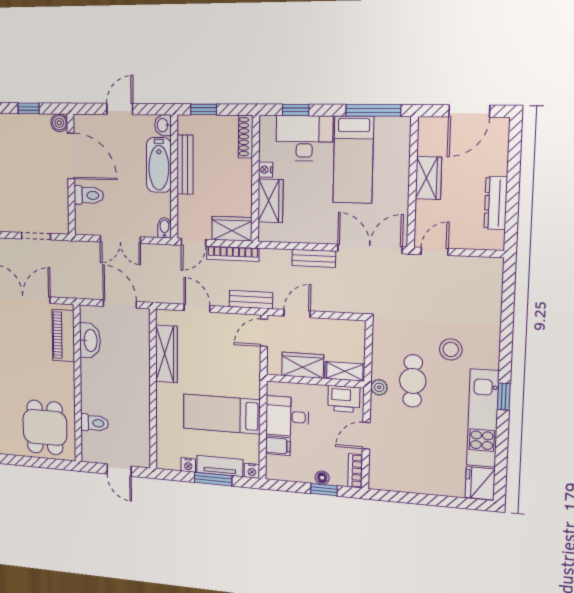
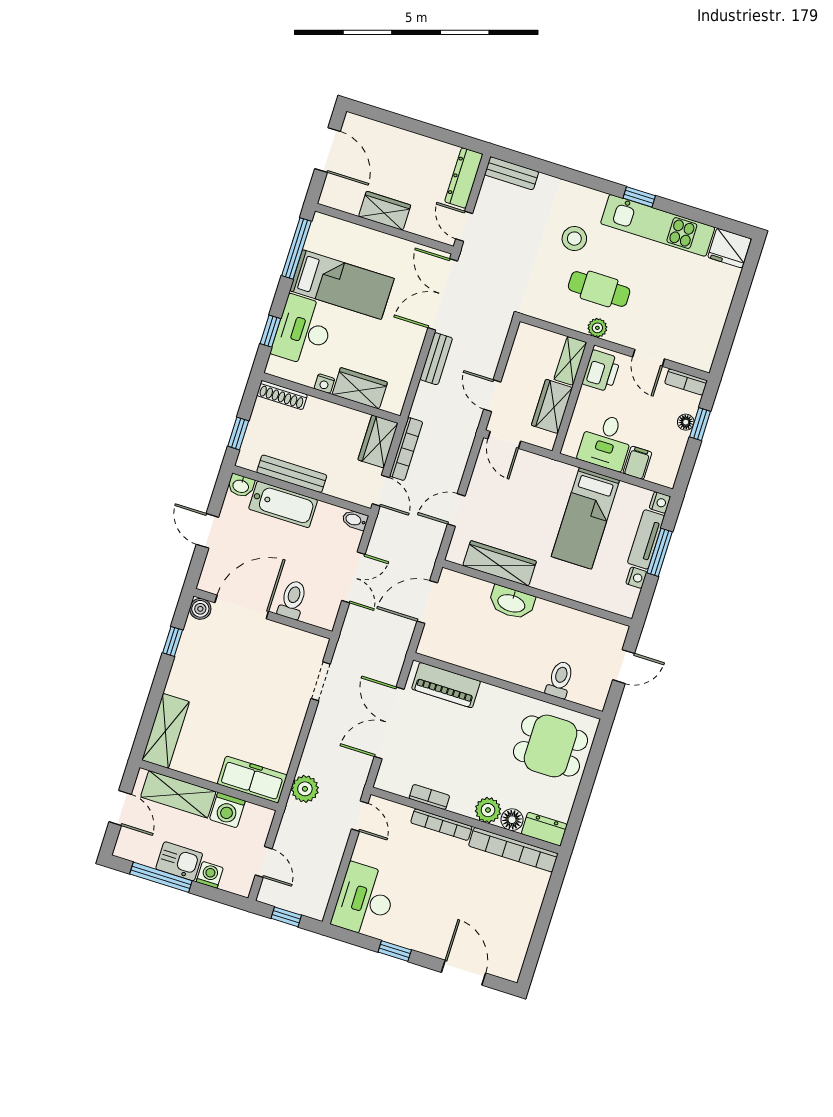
dresser: (496, 203) -> (464, 178), moved, turned 90
bench: (251, 300) -> (512, 173), moved, turned 90
washbasin: (90, 340) -> (512, 603), moved, turned 180

